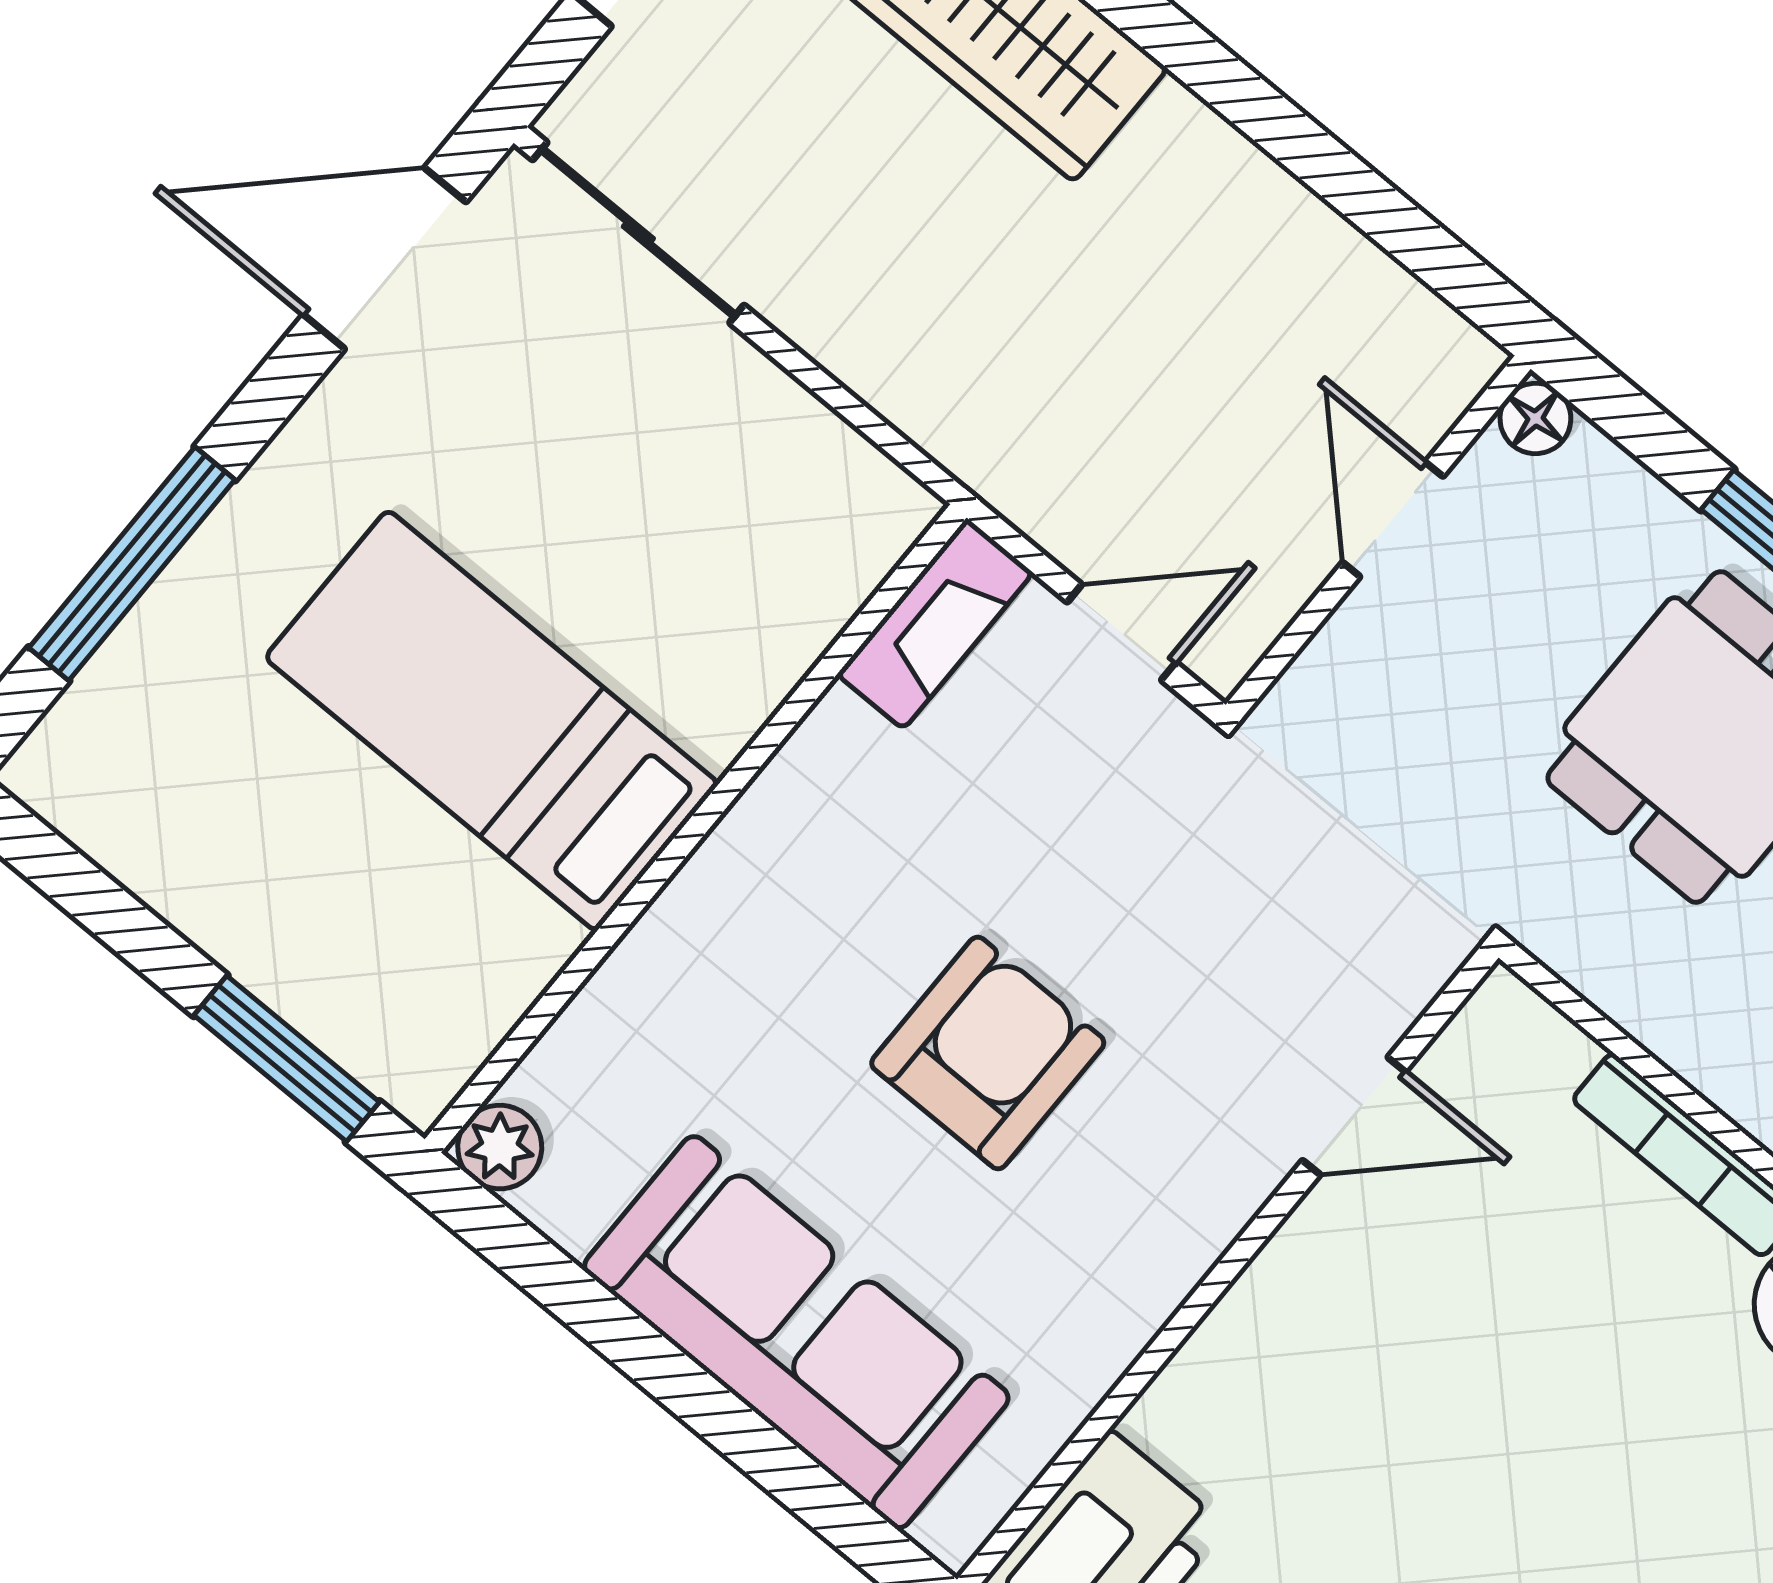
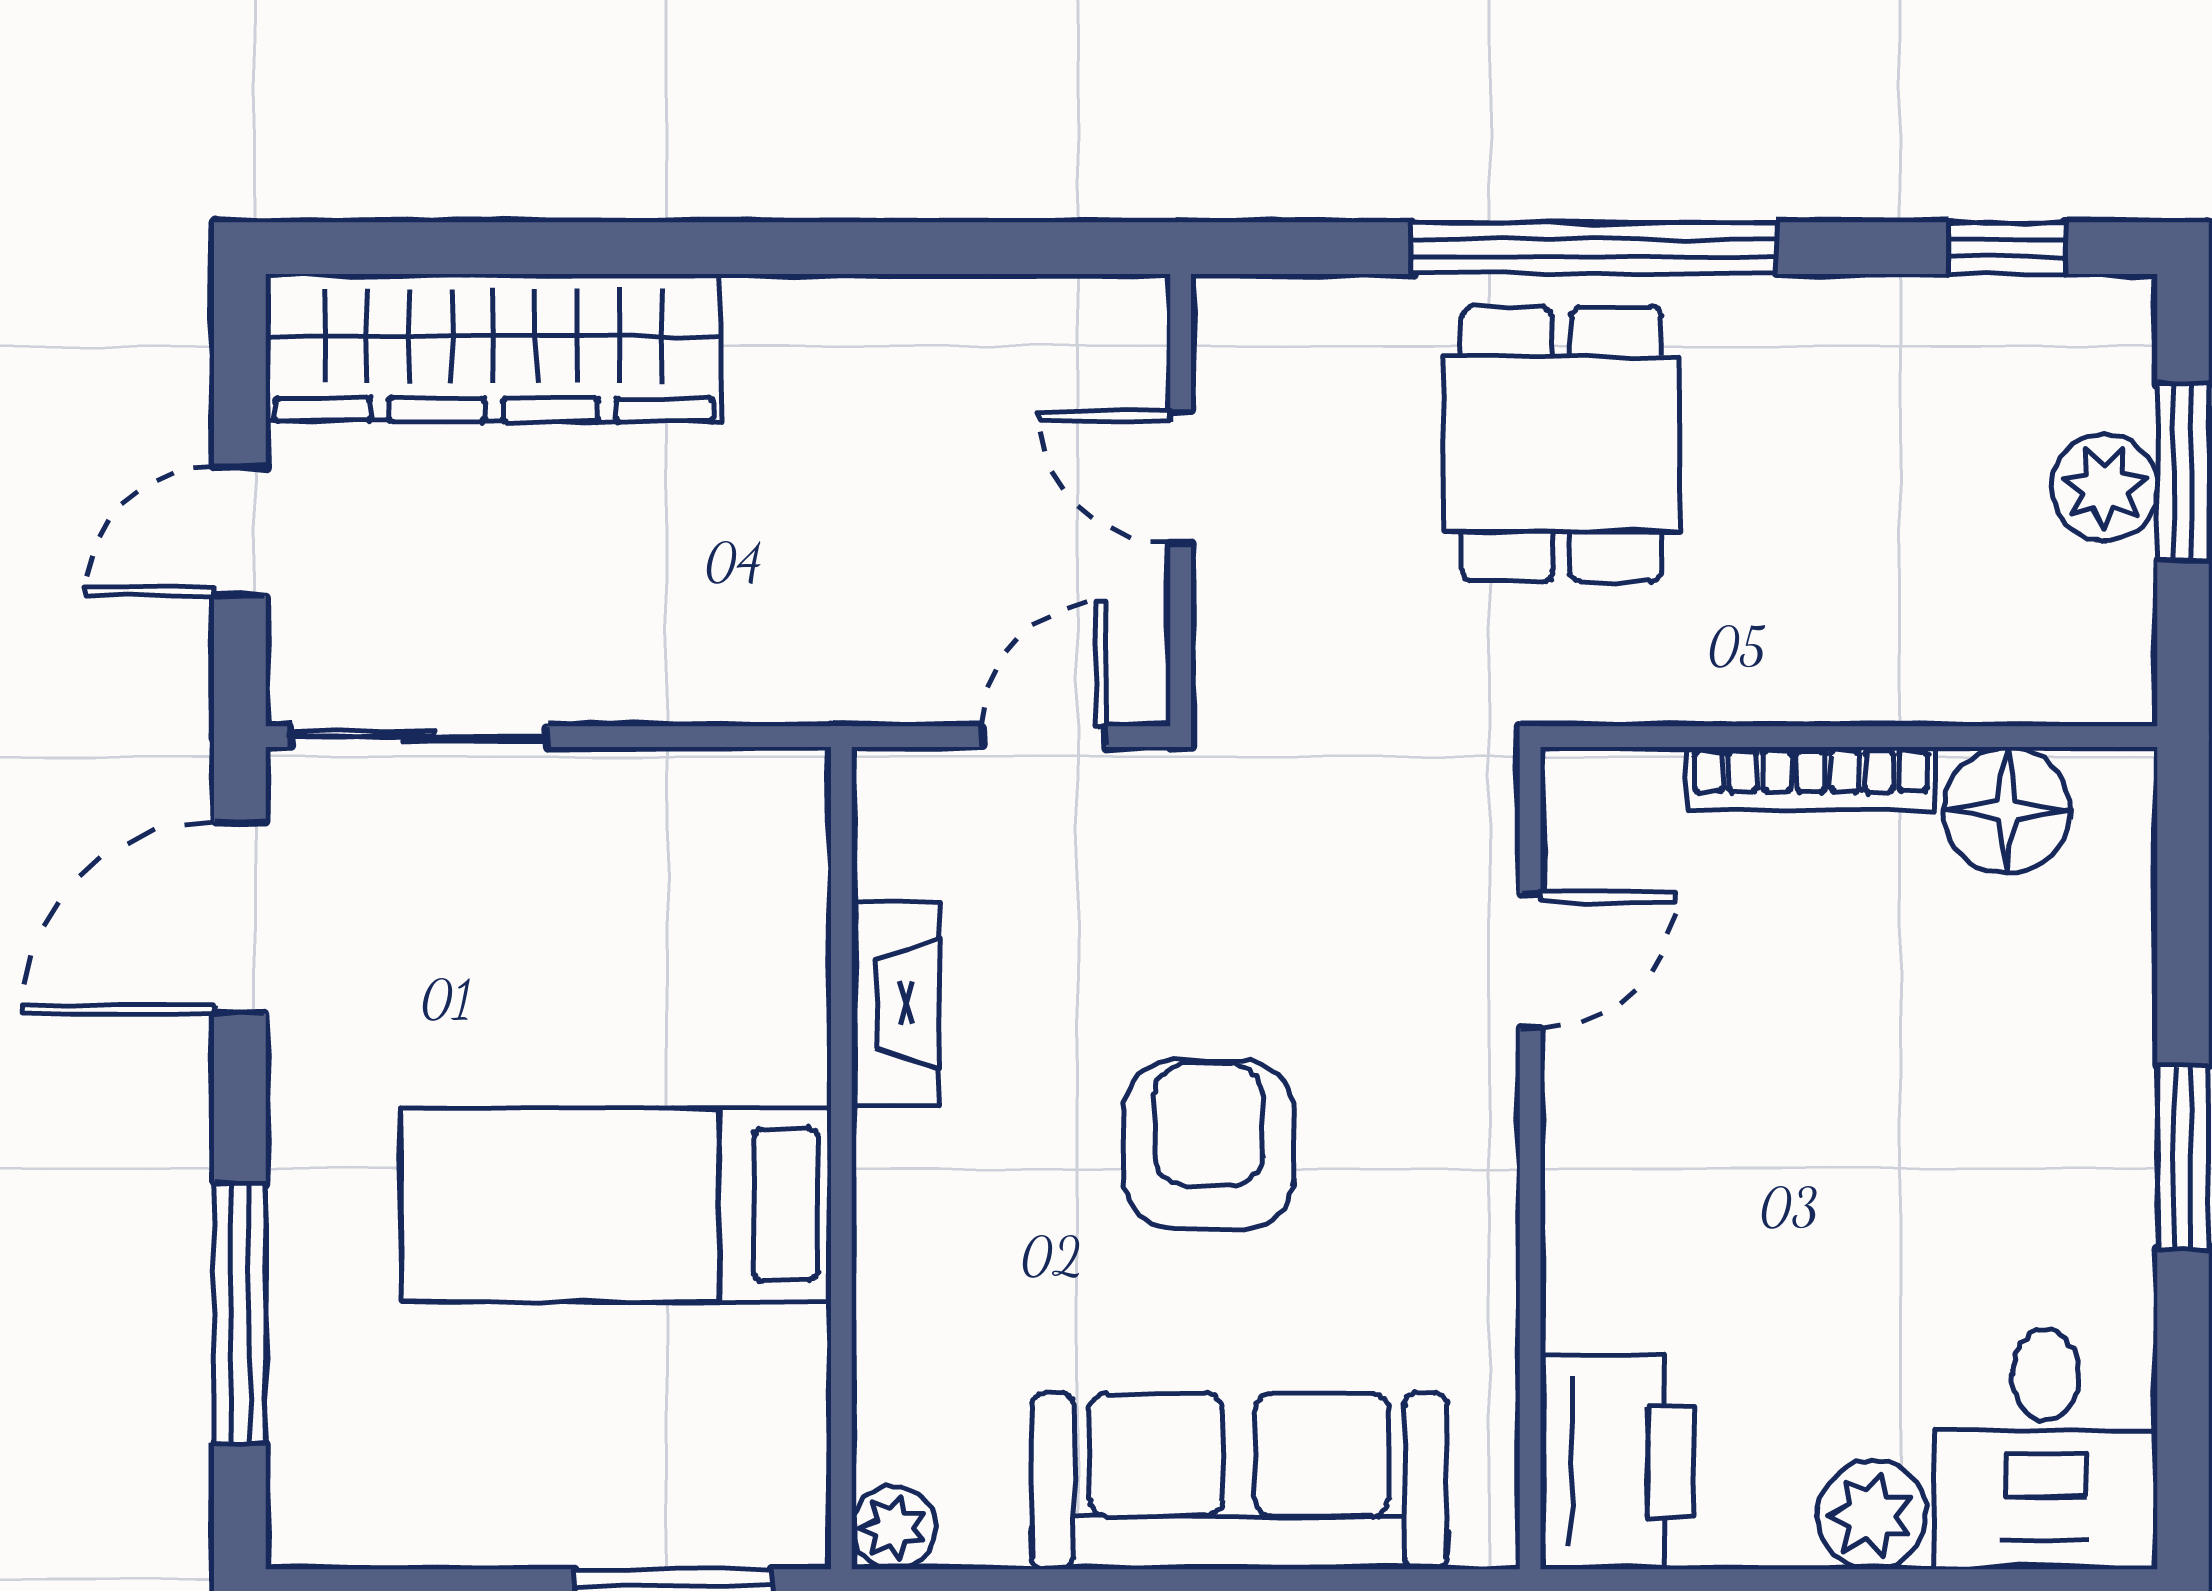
floor lamp: (1535, 418) -> (1226, 309), removed
fireplace: (935, 624) -> (895, 1003), moved

